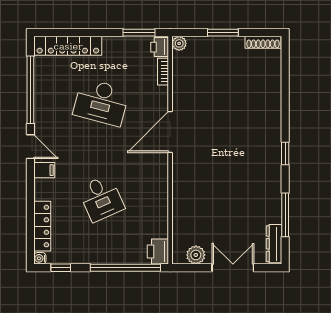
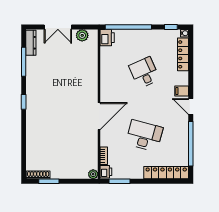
window: (223, 33) -> (49, 181), moved

